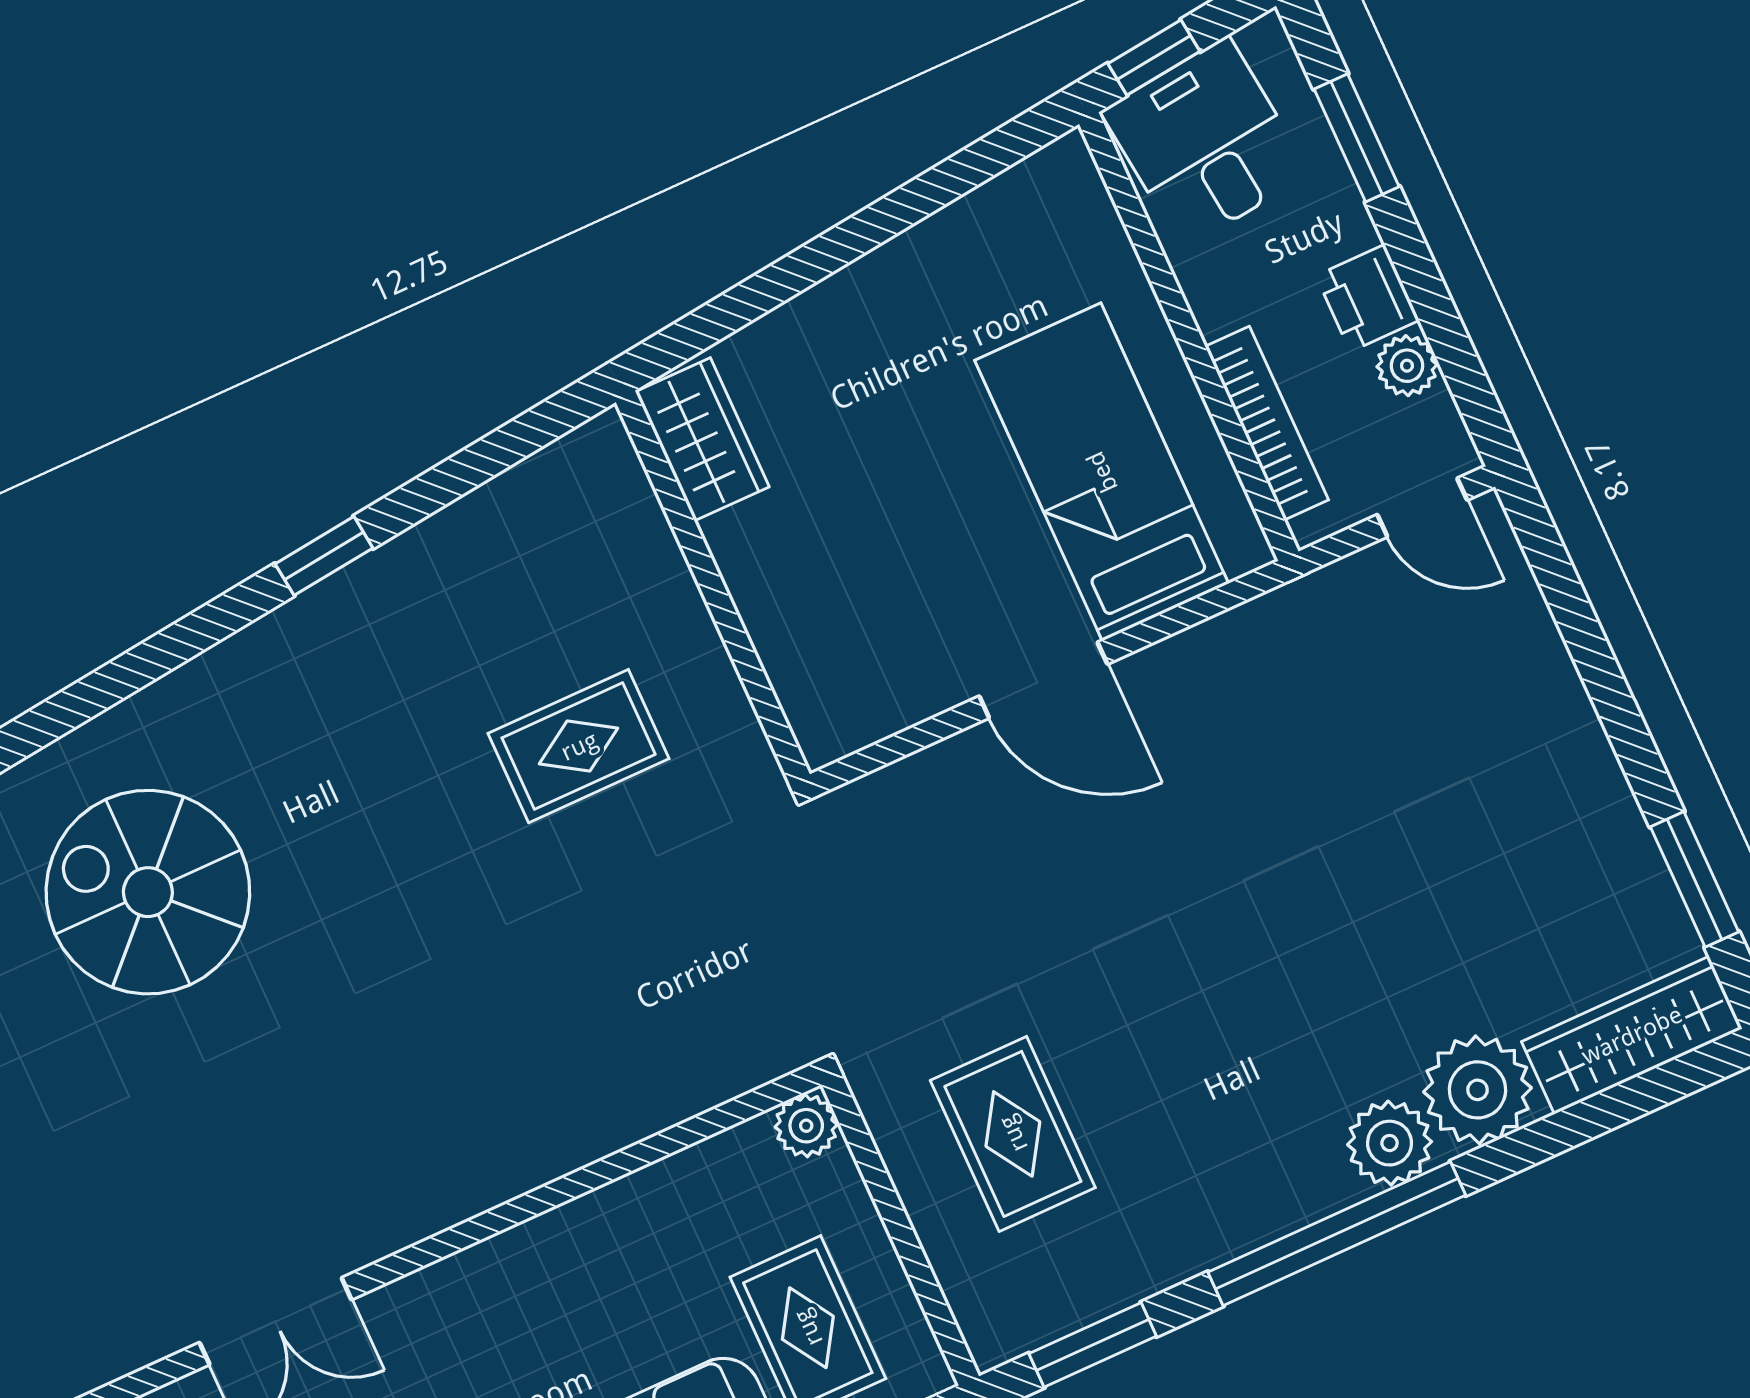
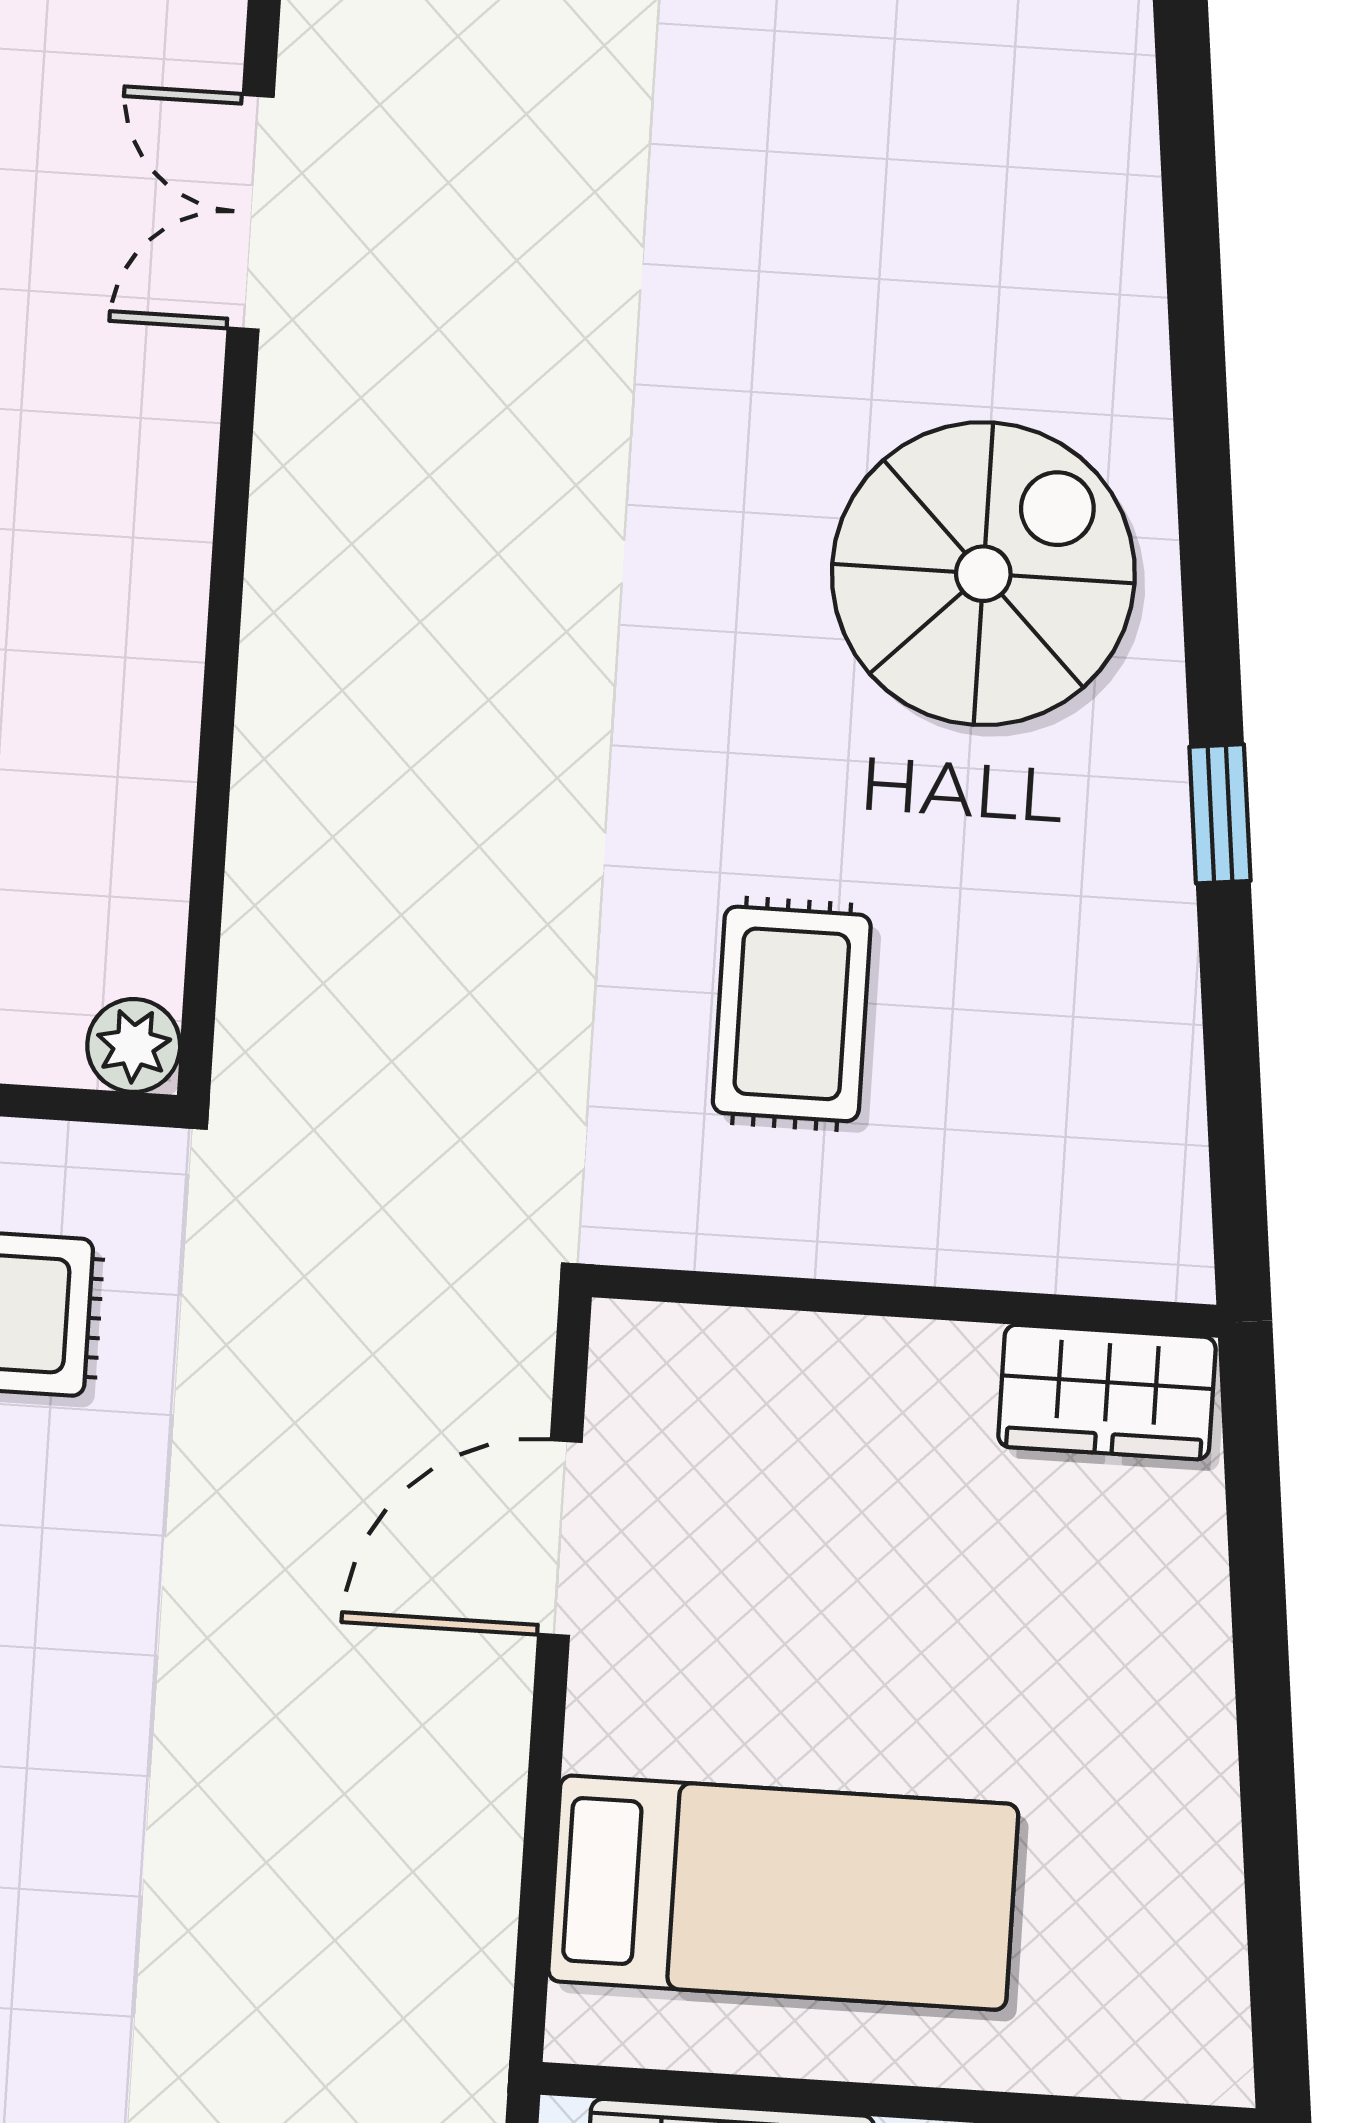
door: (1043, 680) -> (560, 1538), moved
spiral stairs: (148, 892) -> (983, 574), moved

